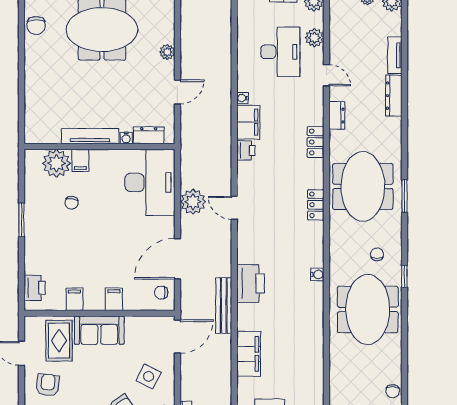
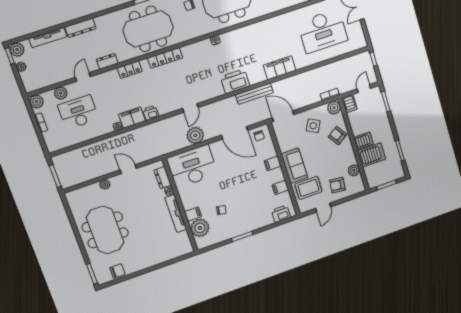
tv unit: (395, 55) -> (48, 38), width x1.41
locker: (316, 205) -> (165, 58), width x1.53

